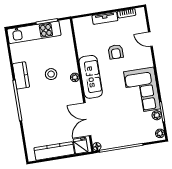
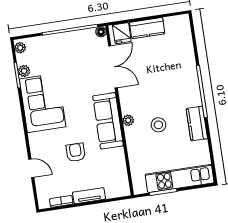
kitchen counter: (54, 151) -> (147, 28), width x0.67

